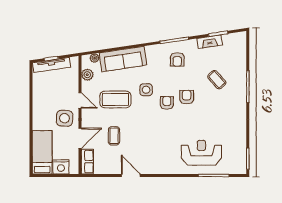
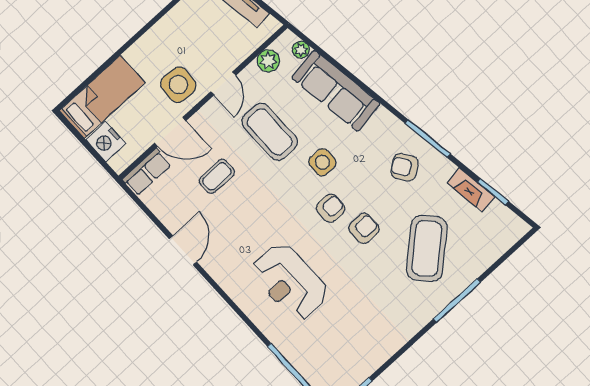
armchair: (177, 59) -> (405, 167), turned 56
coffee table: (217, 80) -> (427, 248), width x1.86, depth x1.72
reception desk: (201, 153) -> (290, 282), moved, turned 180

